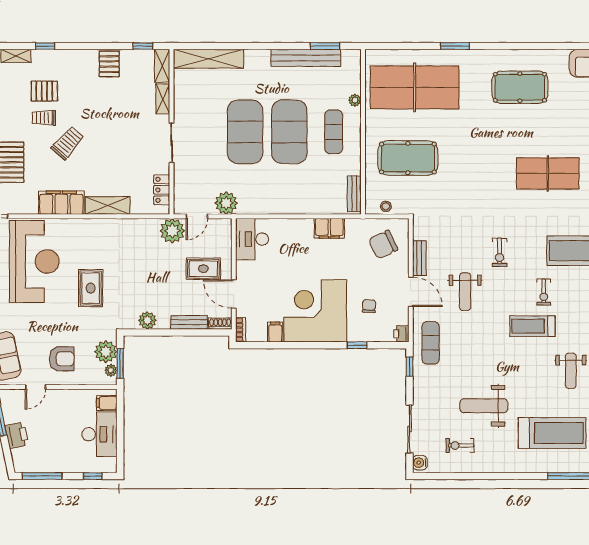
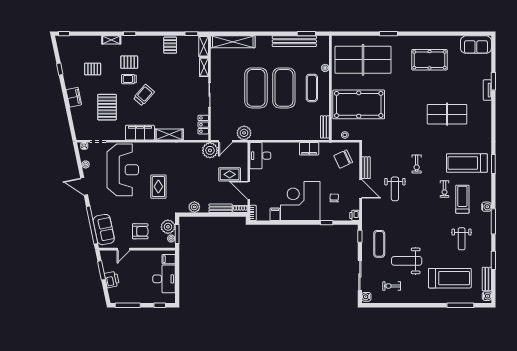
pool table: (408, 158) -> (359, 104), width x1.36, depth x1.32
treadmill: (532, 326) -> (462, 199), moved, turned 90
exercise mat: (431, 343) -> (379, 244), moved

